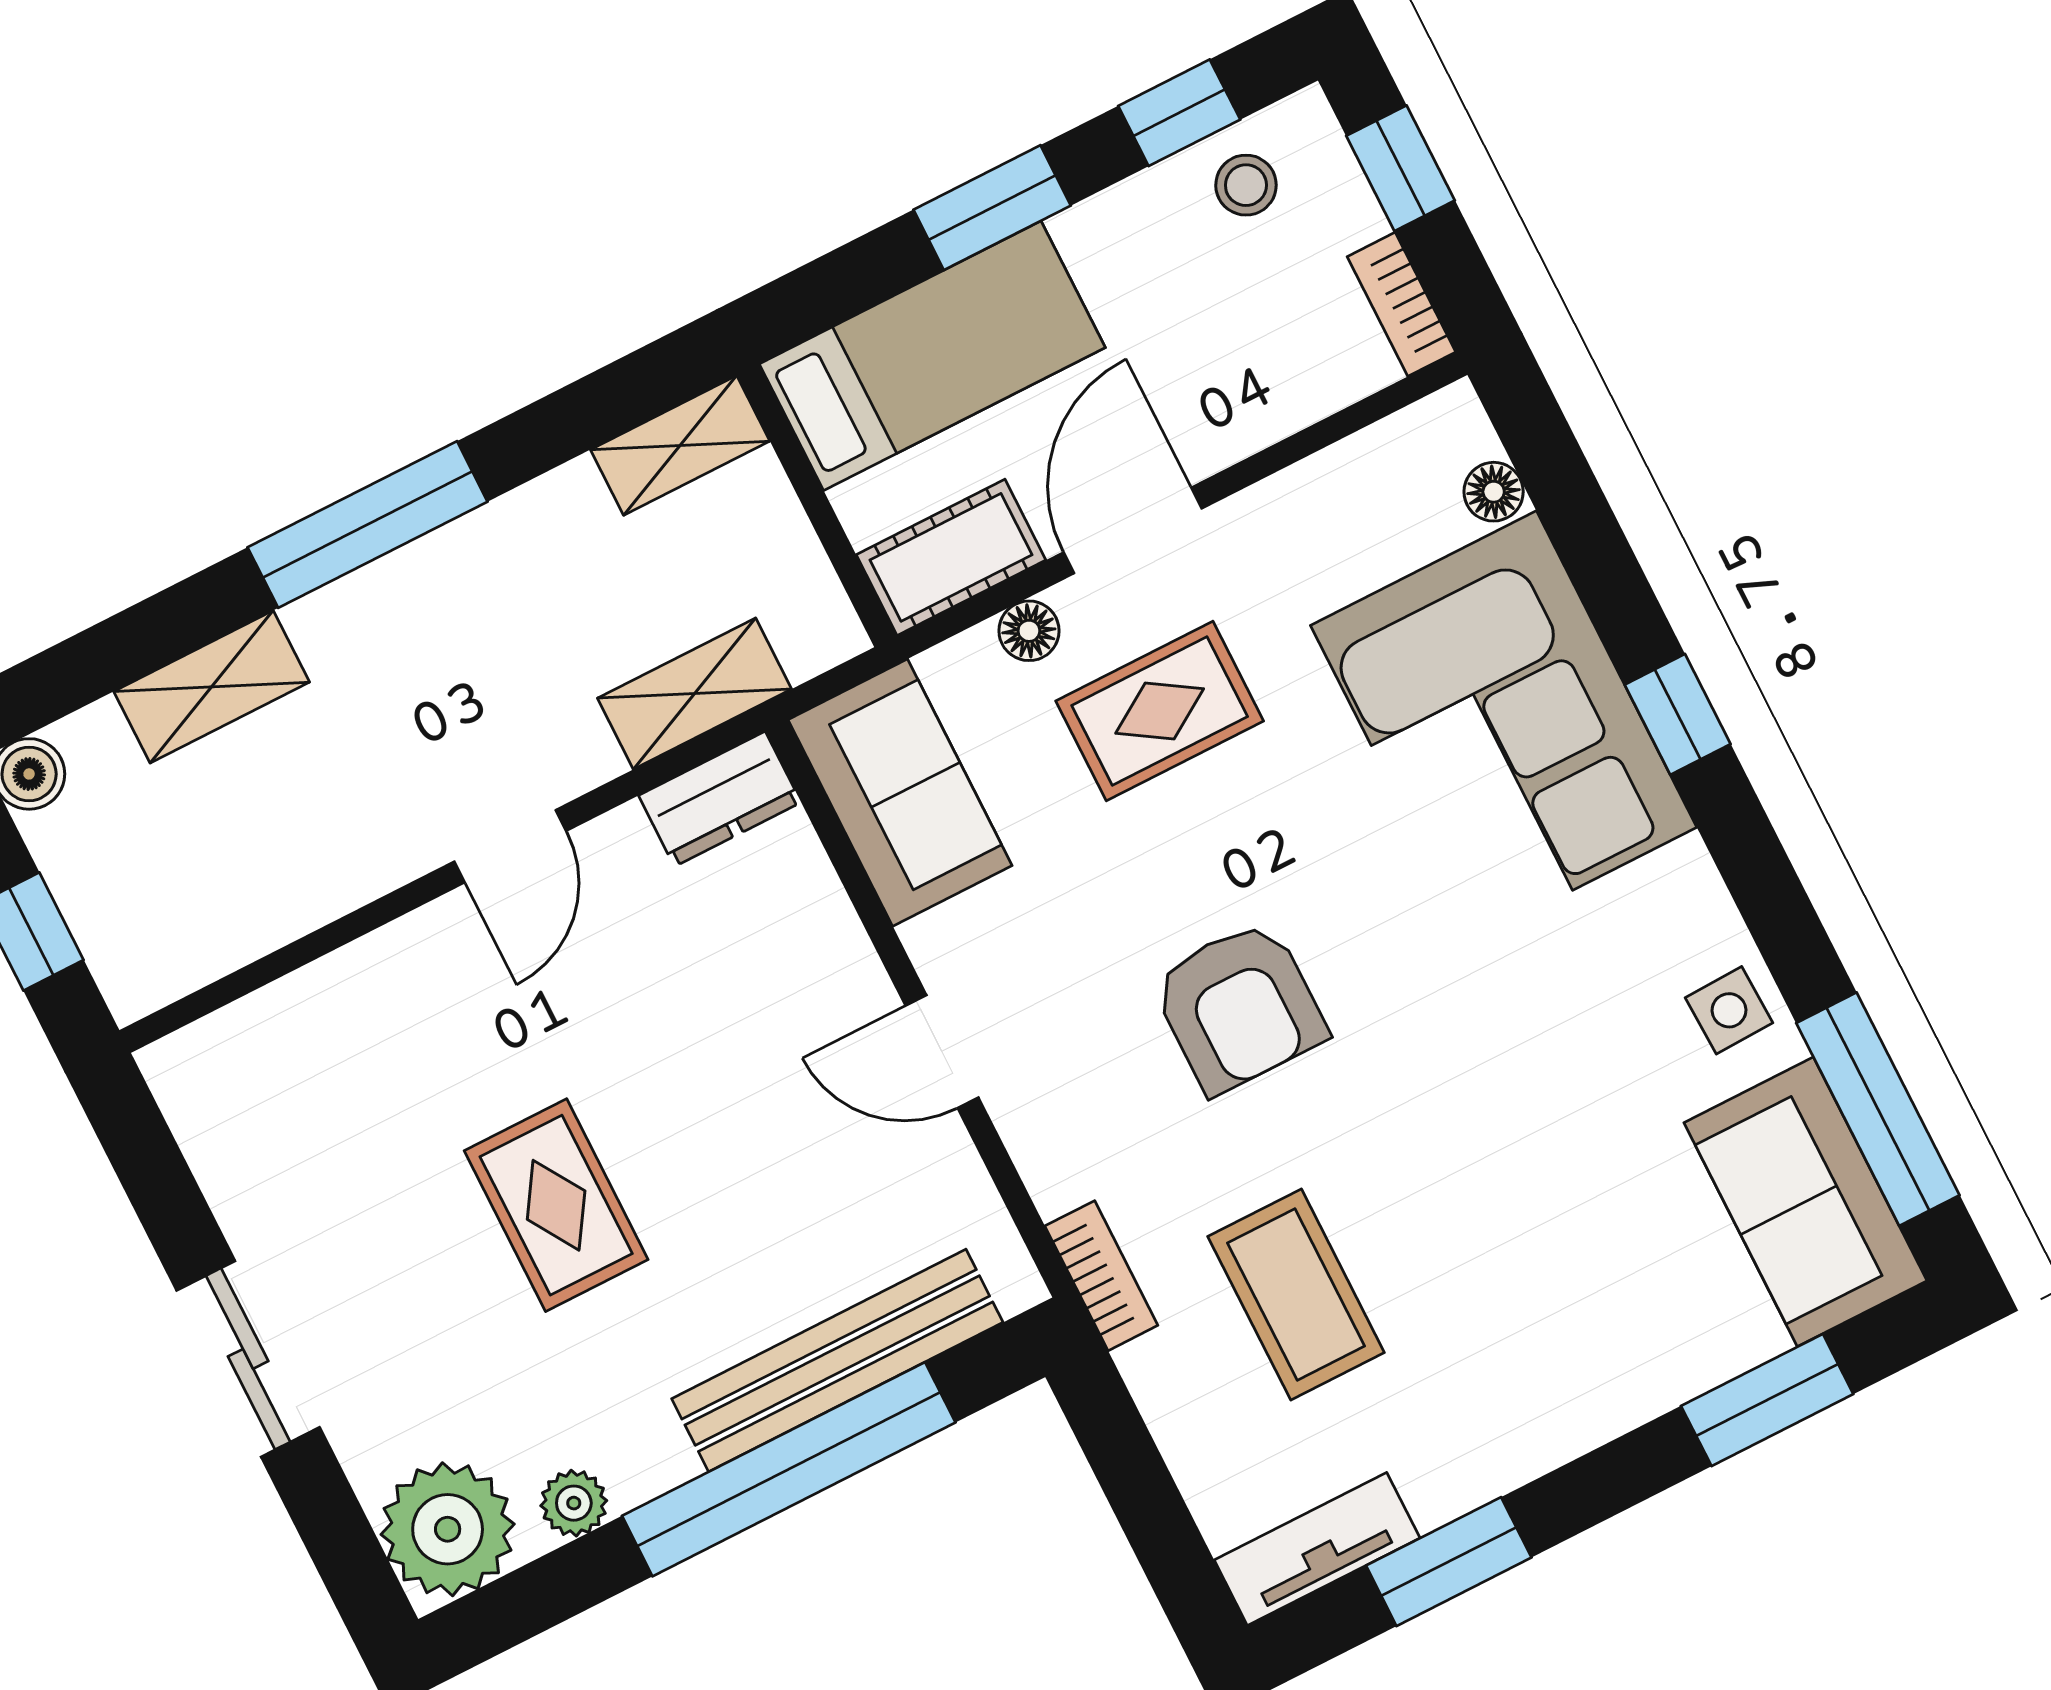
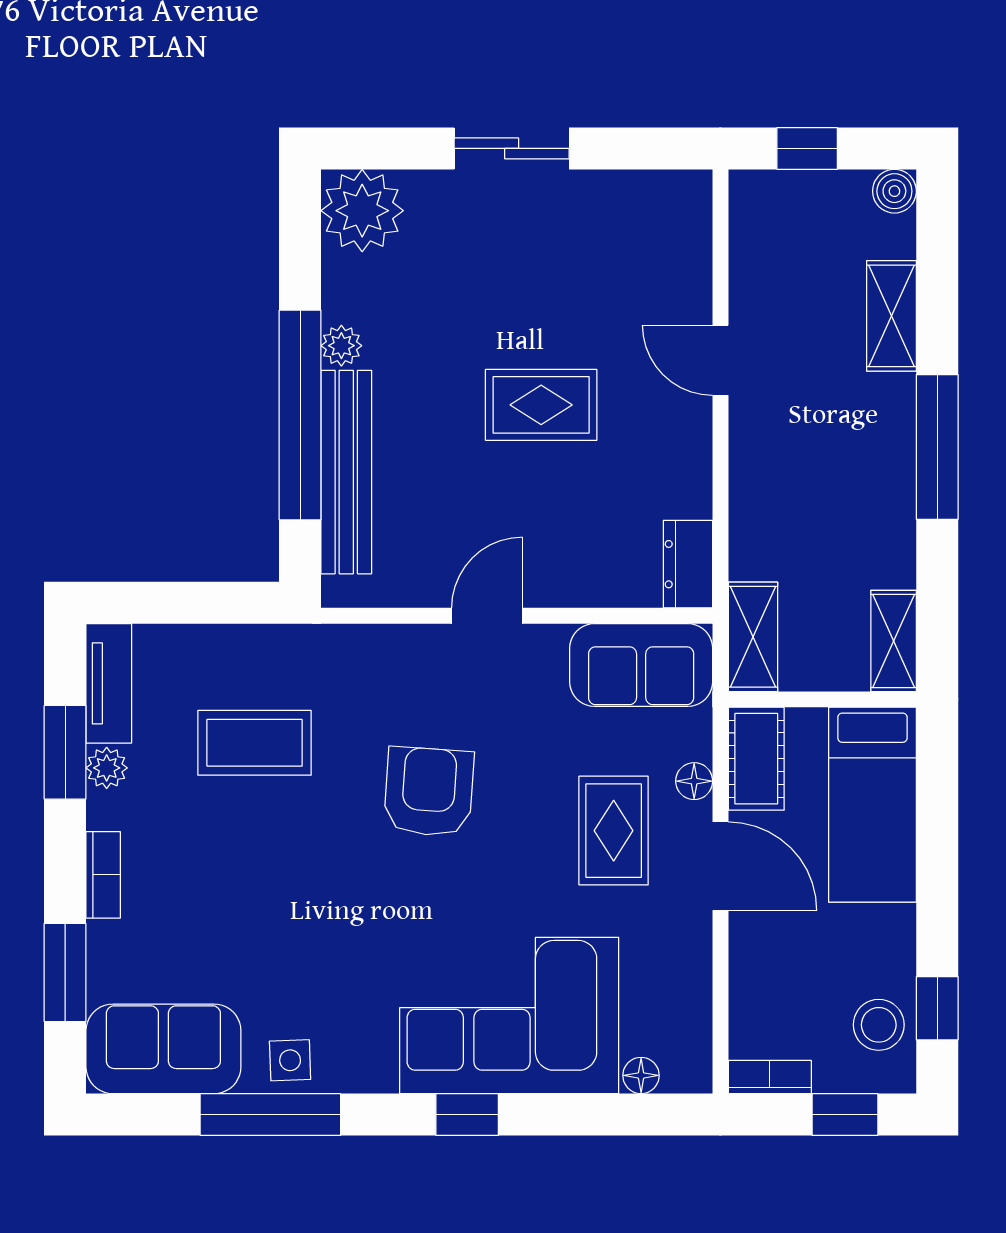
stool: (1246, 185) -> (879, 1025), width x1.37, depth x1.37
window: (992, 208) -> (937, 879), removed
shelving: (694, 694) -> (753, 637), moved
door: (510, 846) -> (720, 360), moved
armchair: (1239, 1007) -> (429, 792), turned 94
window: (1878, 1109) -> (270, 1115), moved
rug: (556, 1205) -> (541, 405), moved
bookcase: (1101, 1276) -> (103, 875), moved, turned -90
plant: (1441, 1490) -> (107, 768), added
plant: (574, 1503) -> (341, 346), moved

